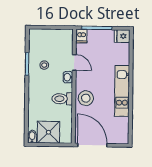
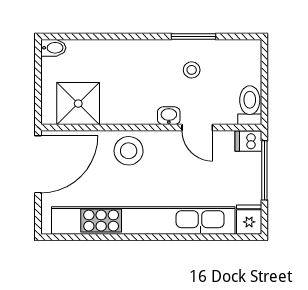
door: (74, 62) -> (197, 128), hinge flipped
kitchen unit: (122, 91) -> (143, 221), width x1.86
toilet: (62, 99) -> (250, 105), moved
shower: (48, 132) -> (78, 104), moved

